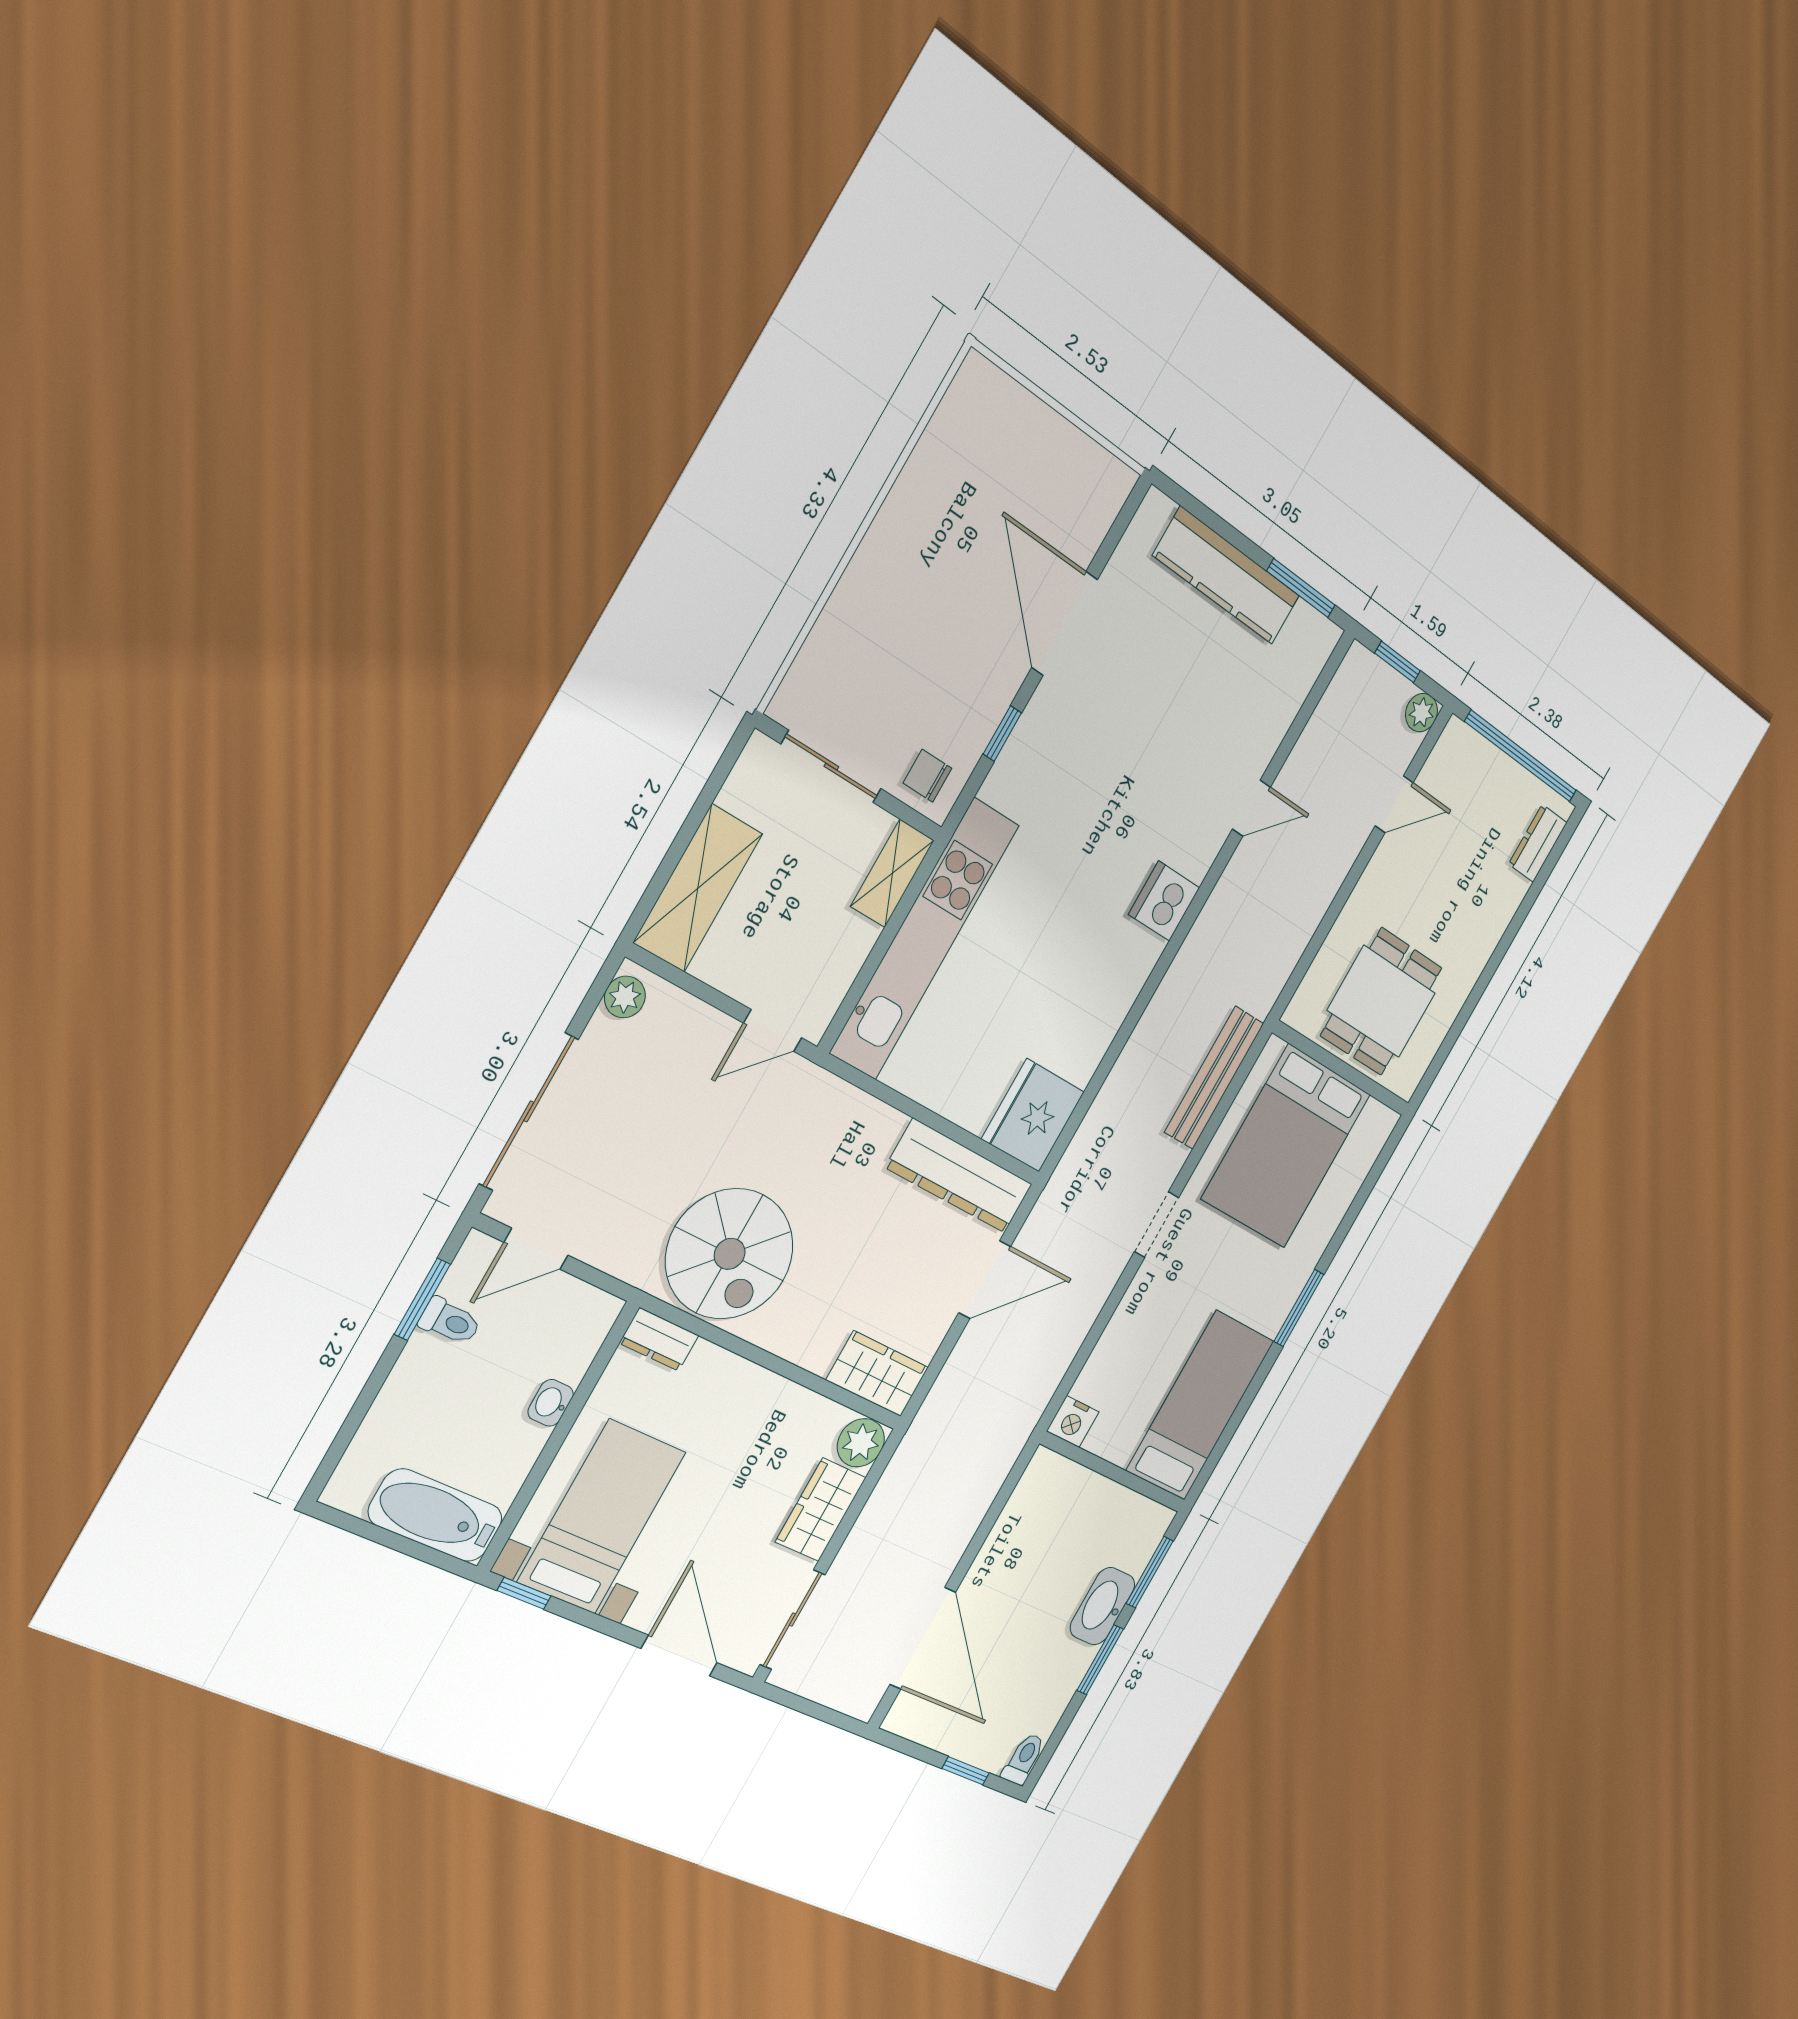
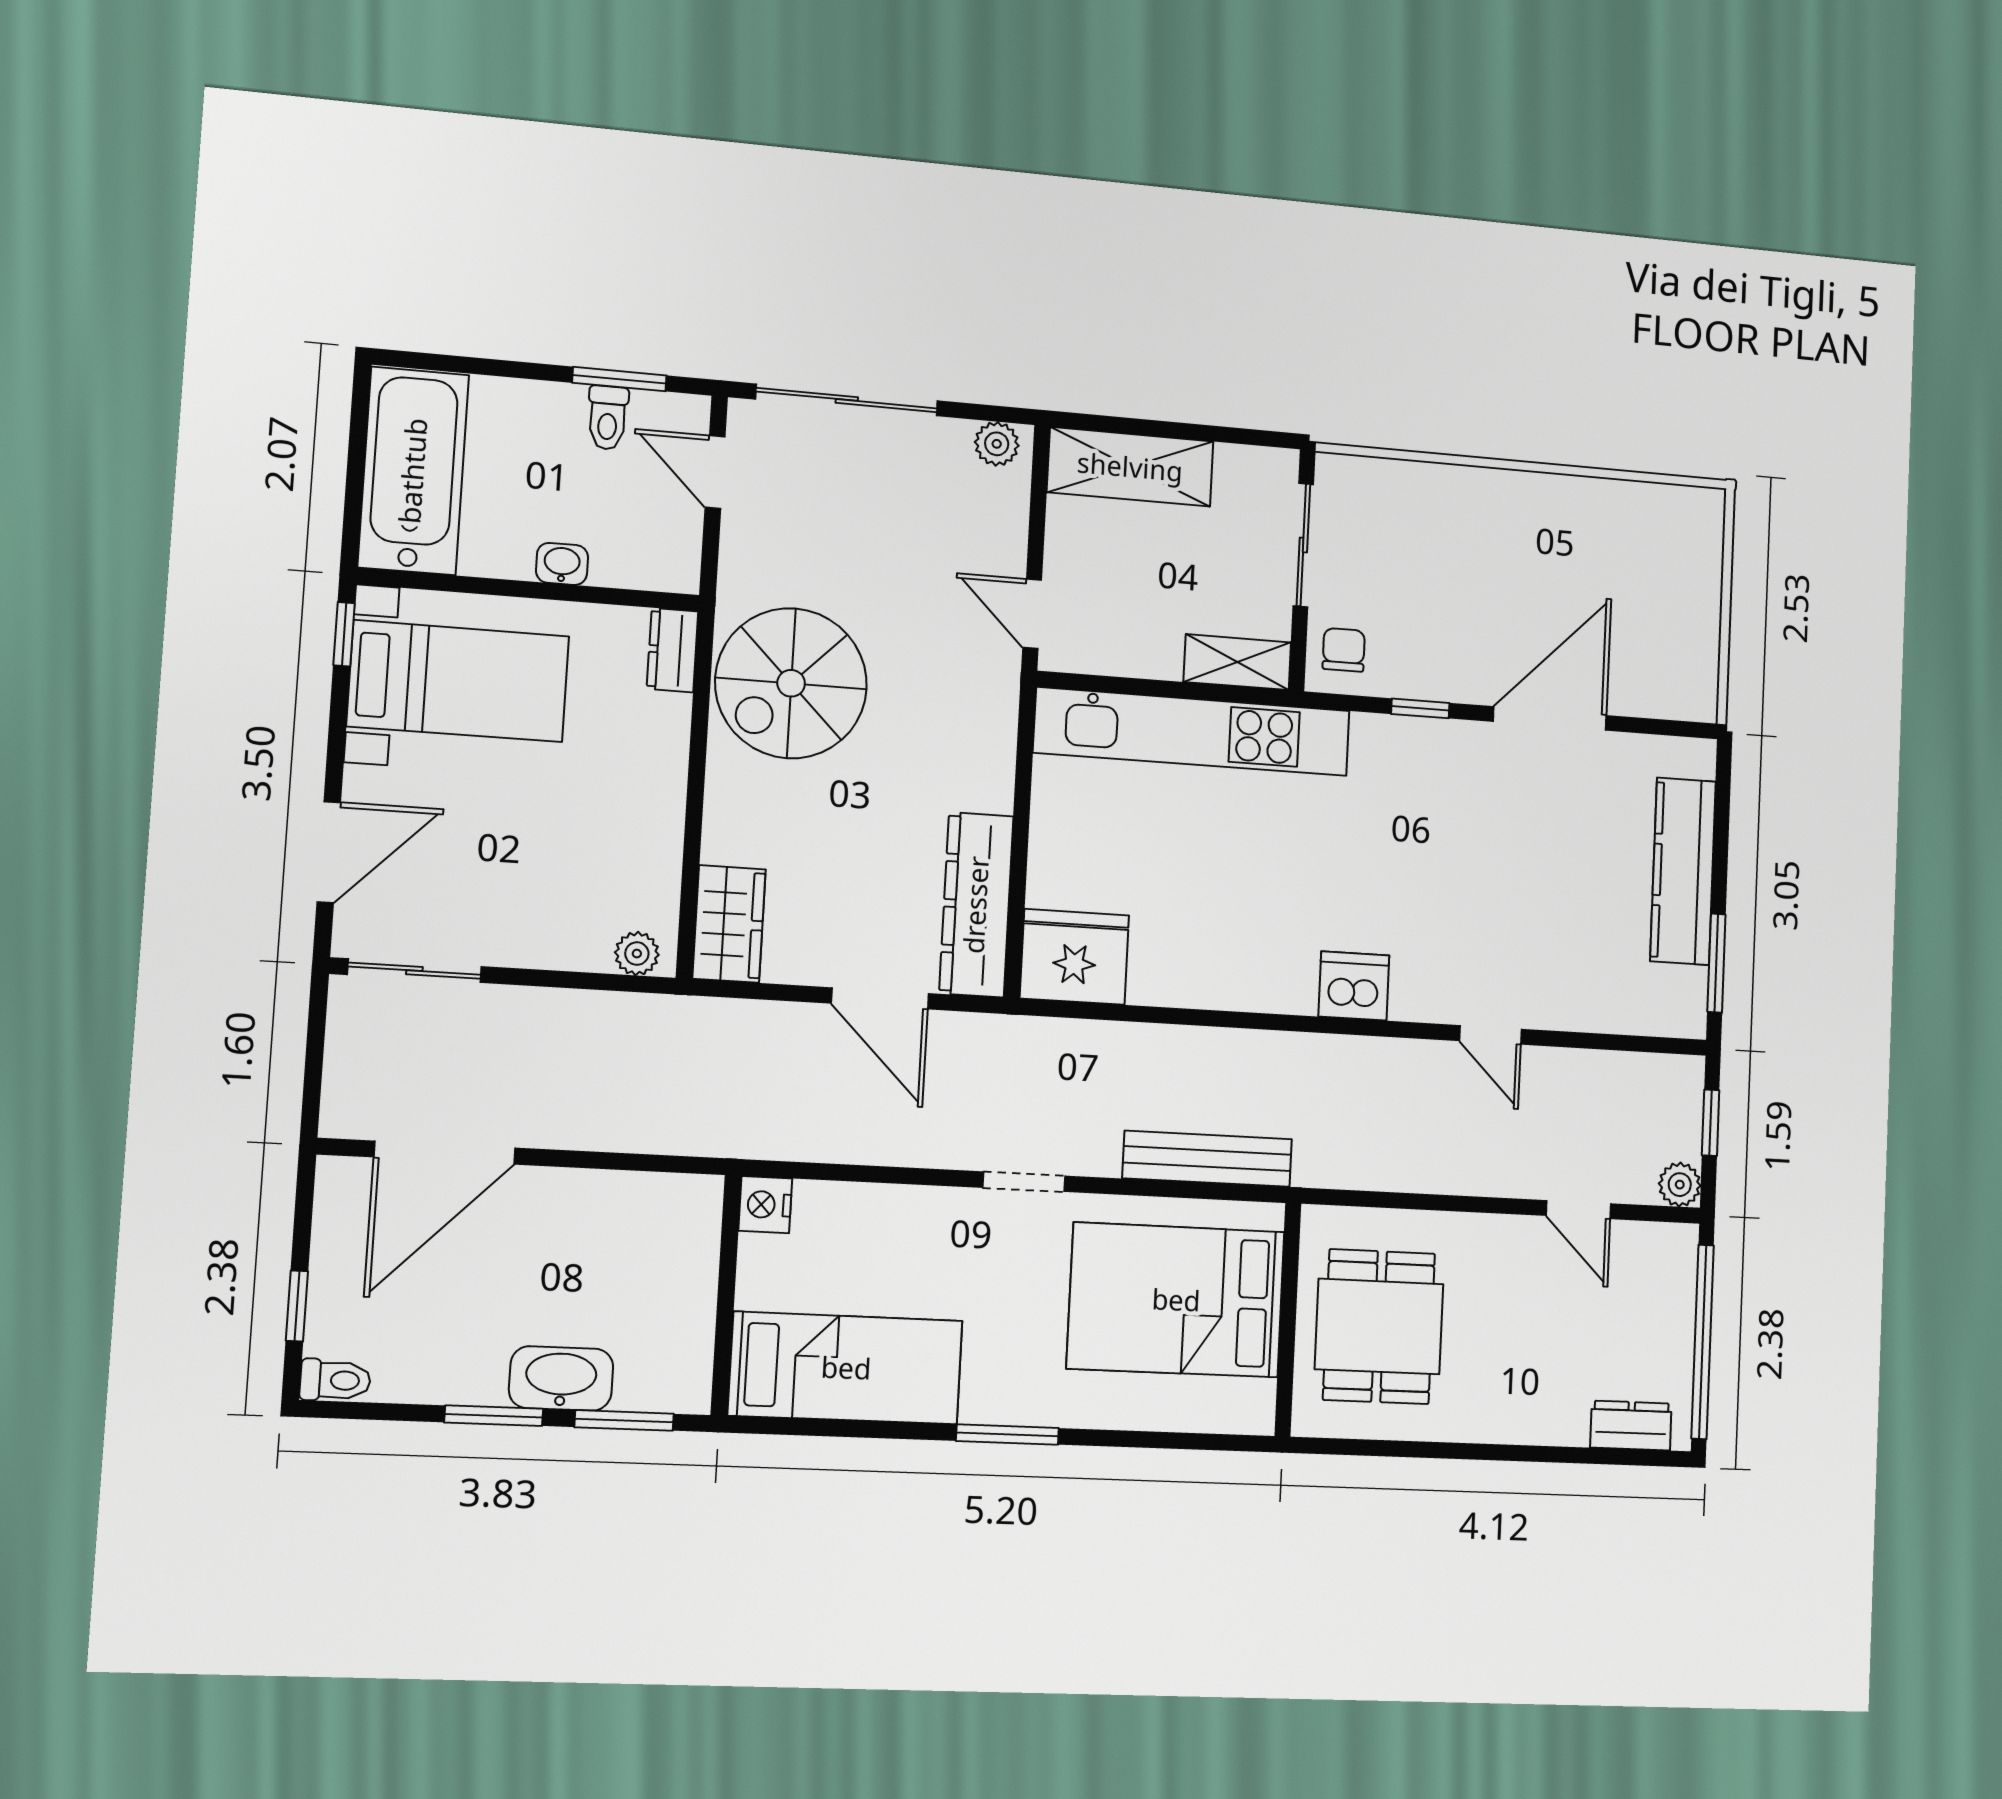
dining table: (1381, 1002) -> (1379, 1327), turned 90
plant: (861, 1443) -> (637, 954), width x0.73, depth x0.73
wardrobe: (821, 1510) -> (553, 937), removed
bathtub: (436, 1515) -> (413, 471), width x1.36, depth x1.36

